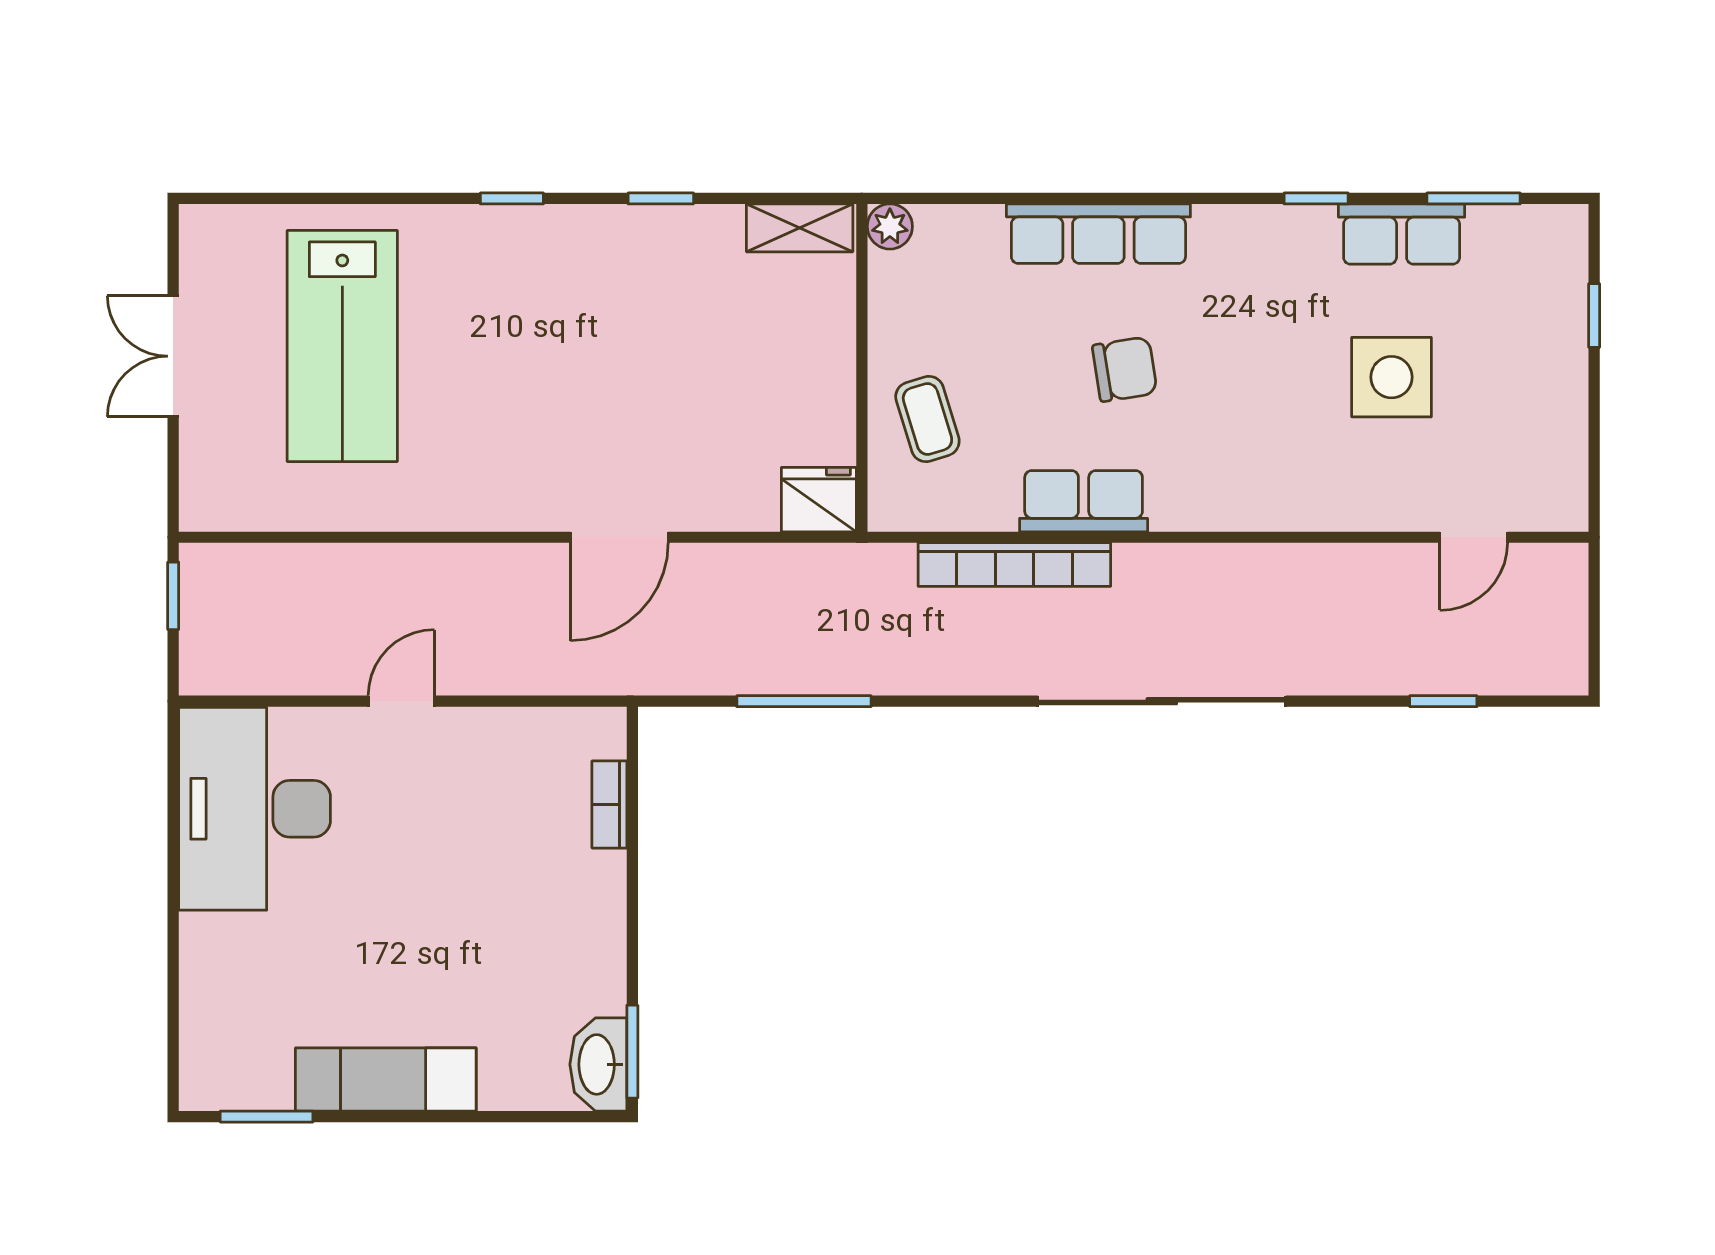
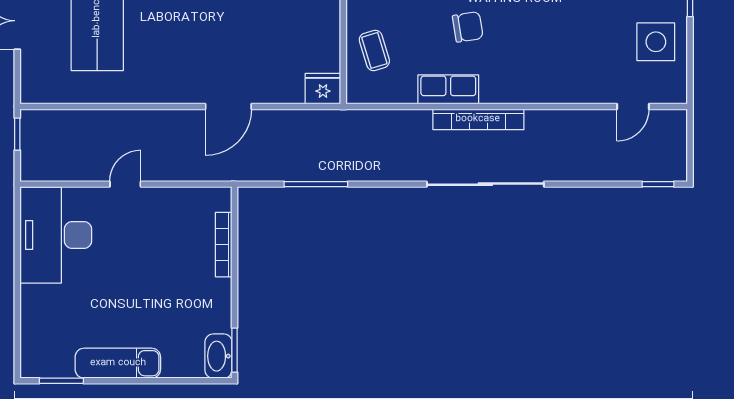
side table: (1391, 377) -> (656, 42), moved
bookcase: (1014, 565) -> (478, 119), moved
window: (1443, 701) -> (658, 184), moved
bookcase: (609, 804) -> (224, 245), width x1.56

